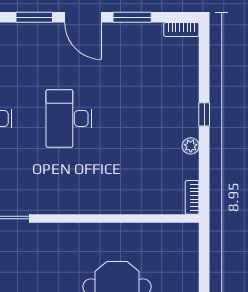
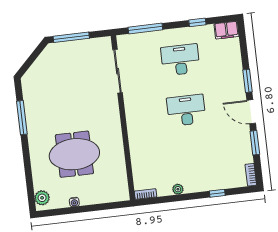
door: (83, 17) -> (251, 112), hinge flipped
window: (204, 114) -> (217, 193), moved

